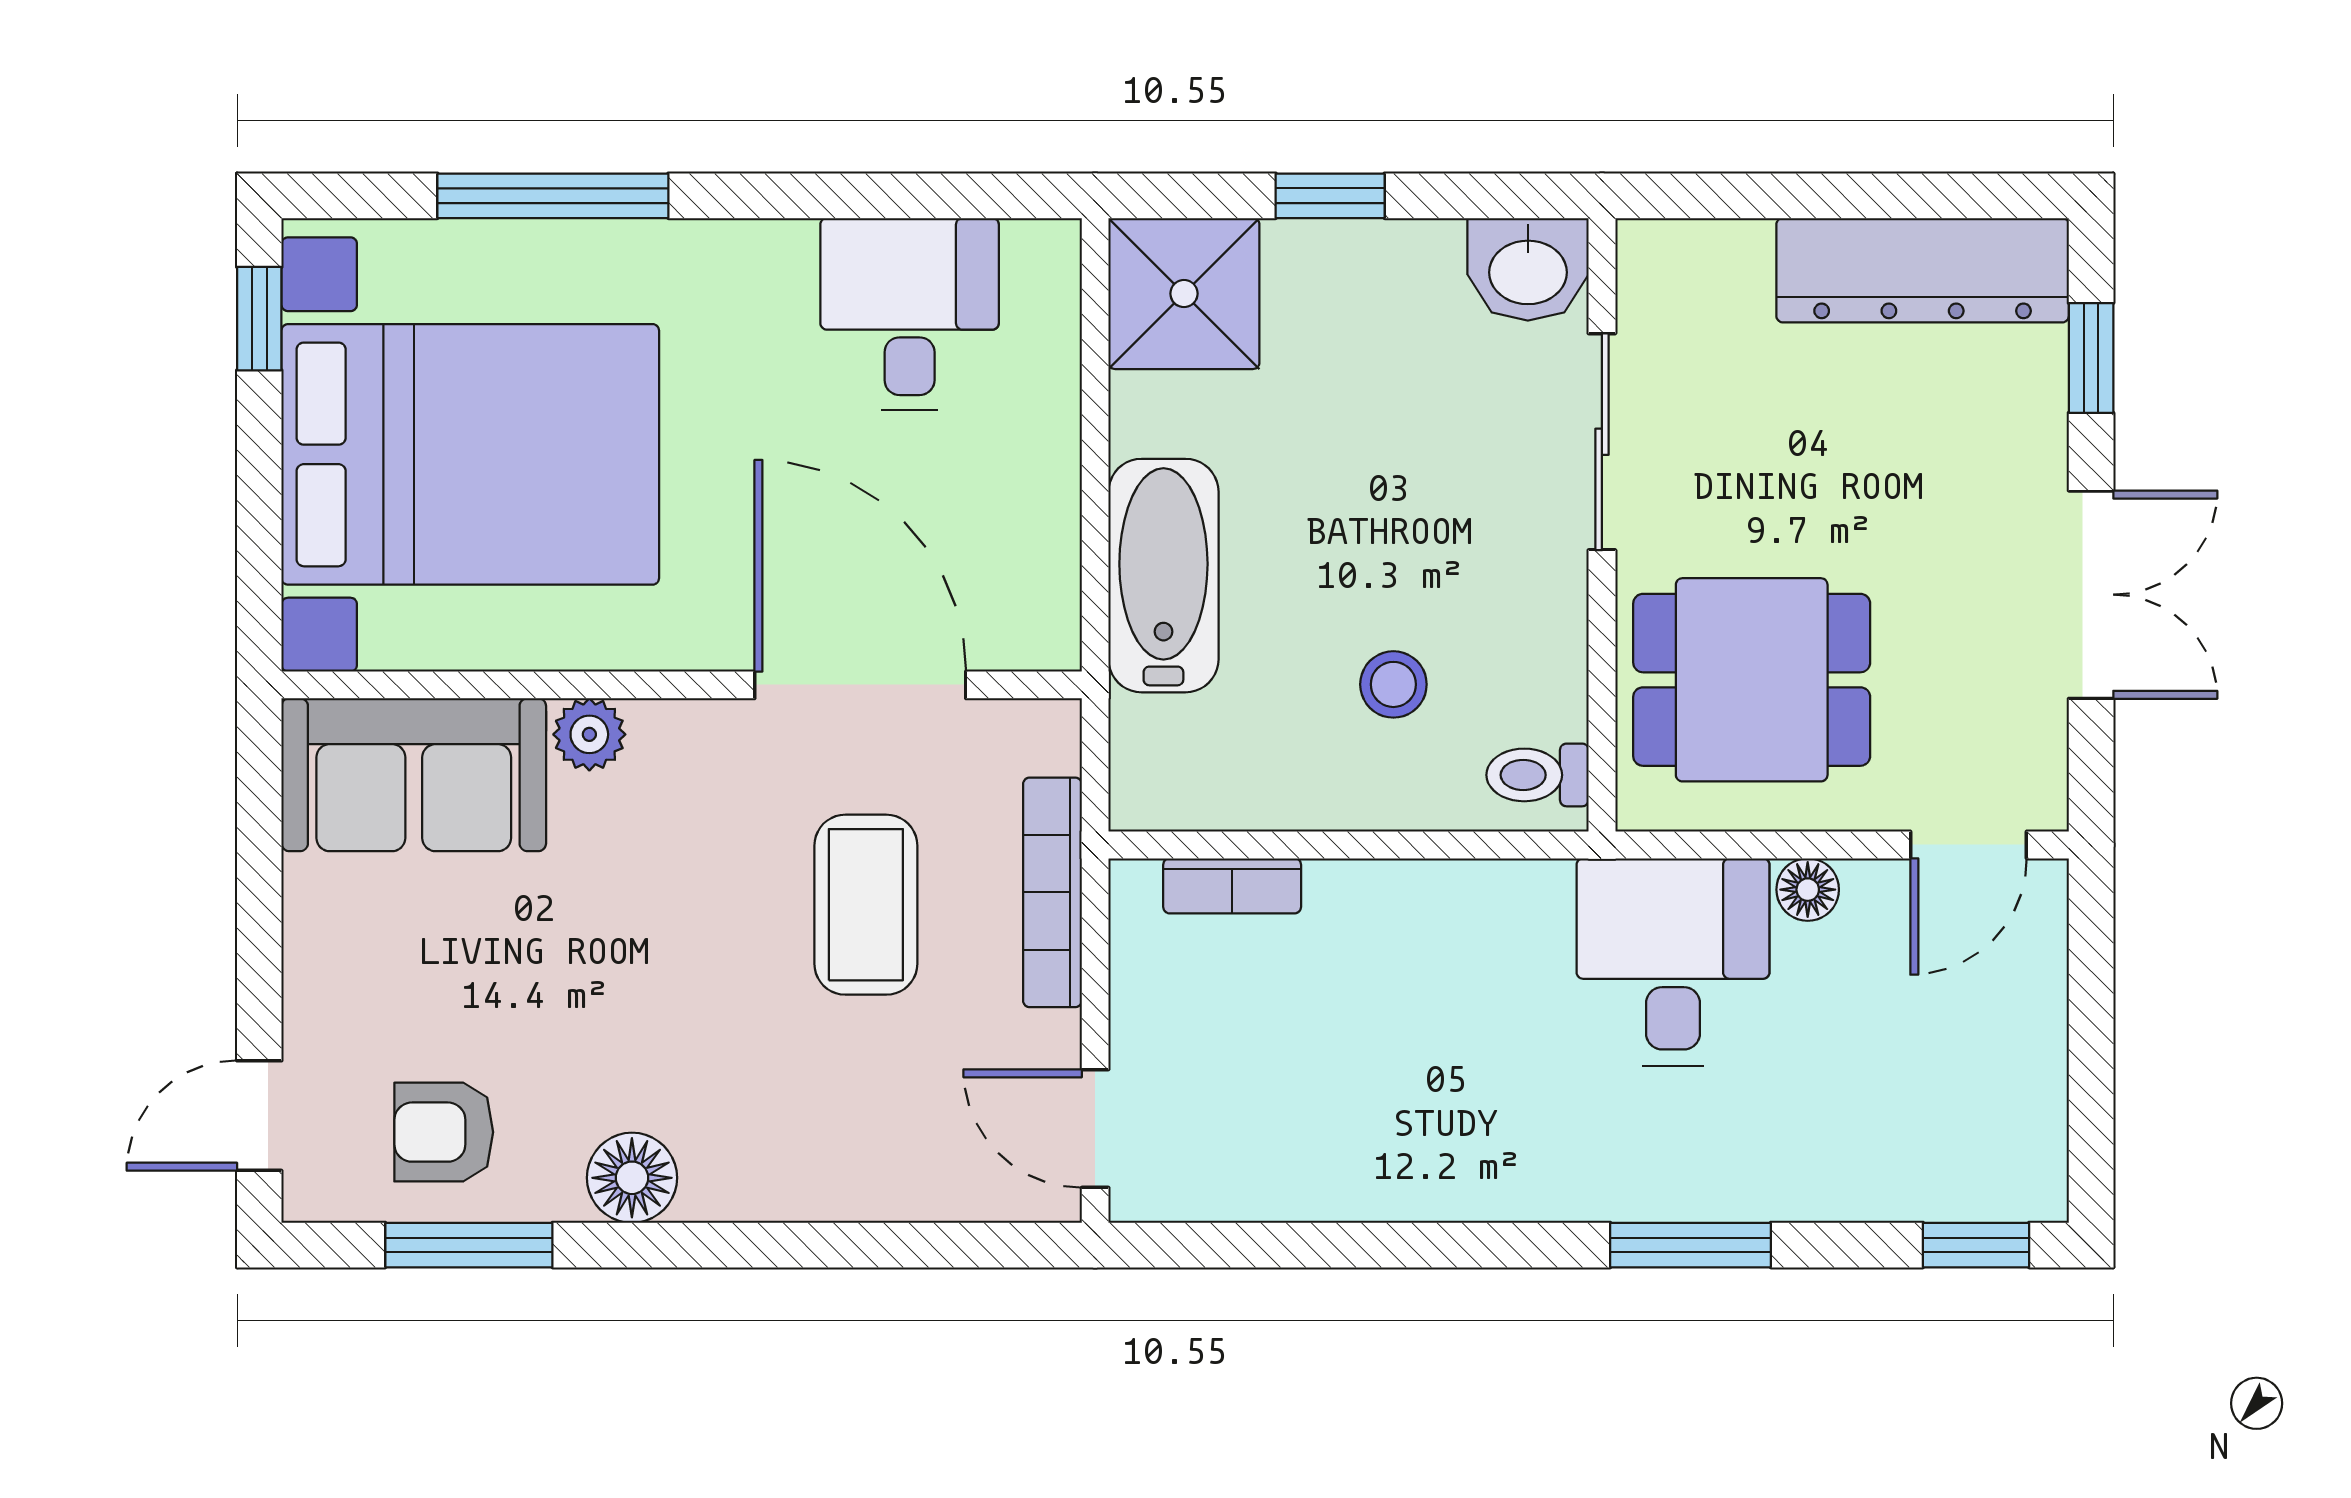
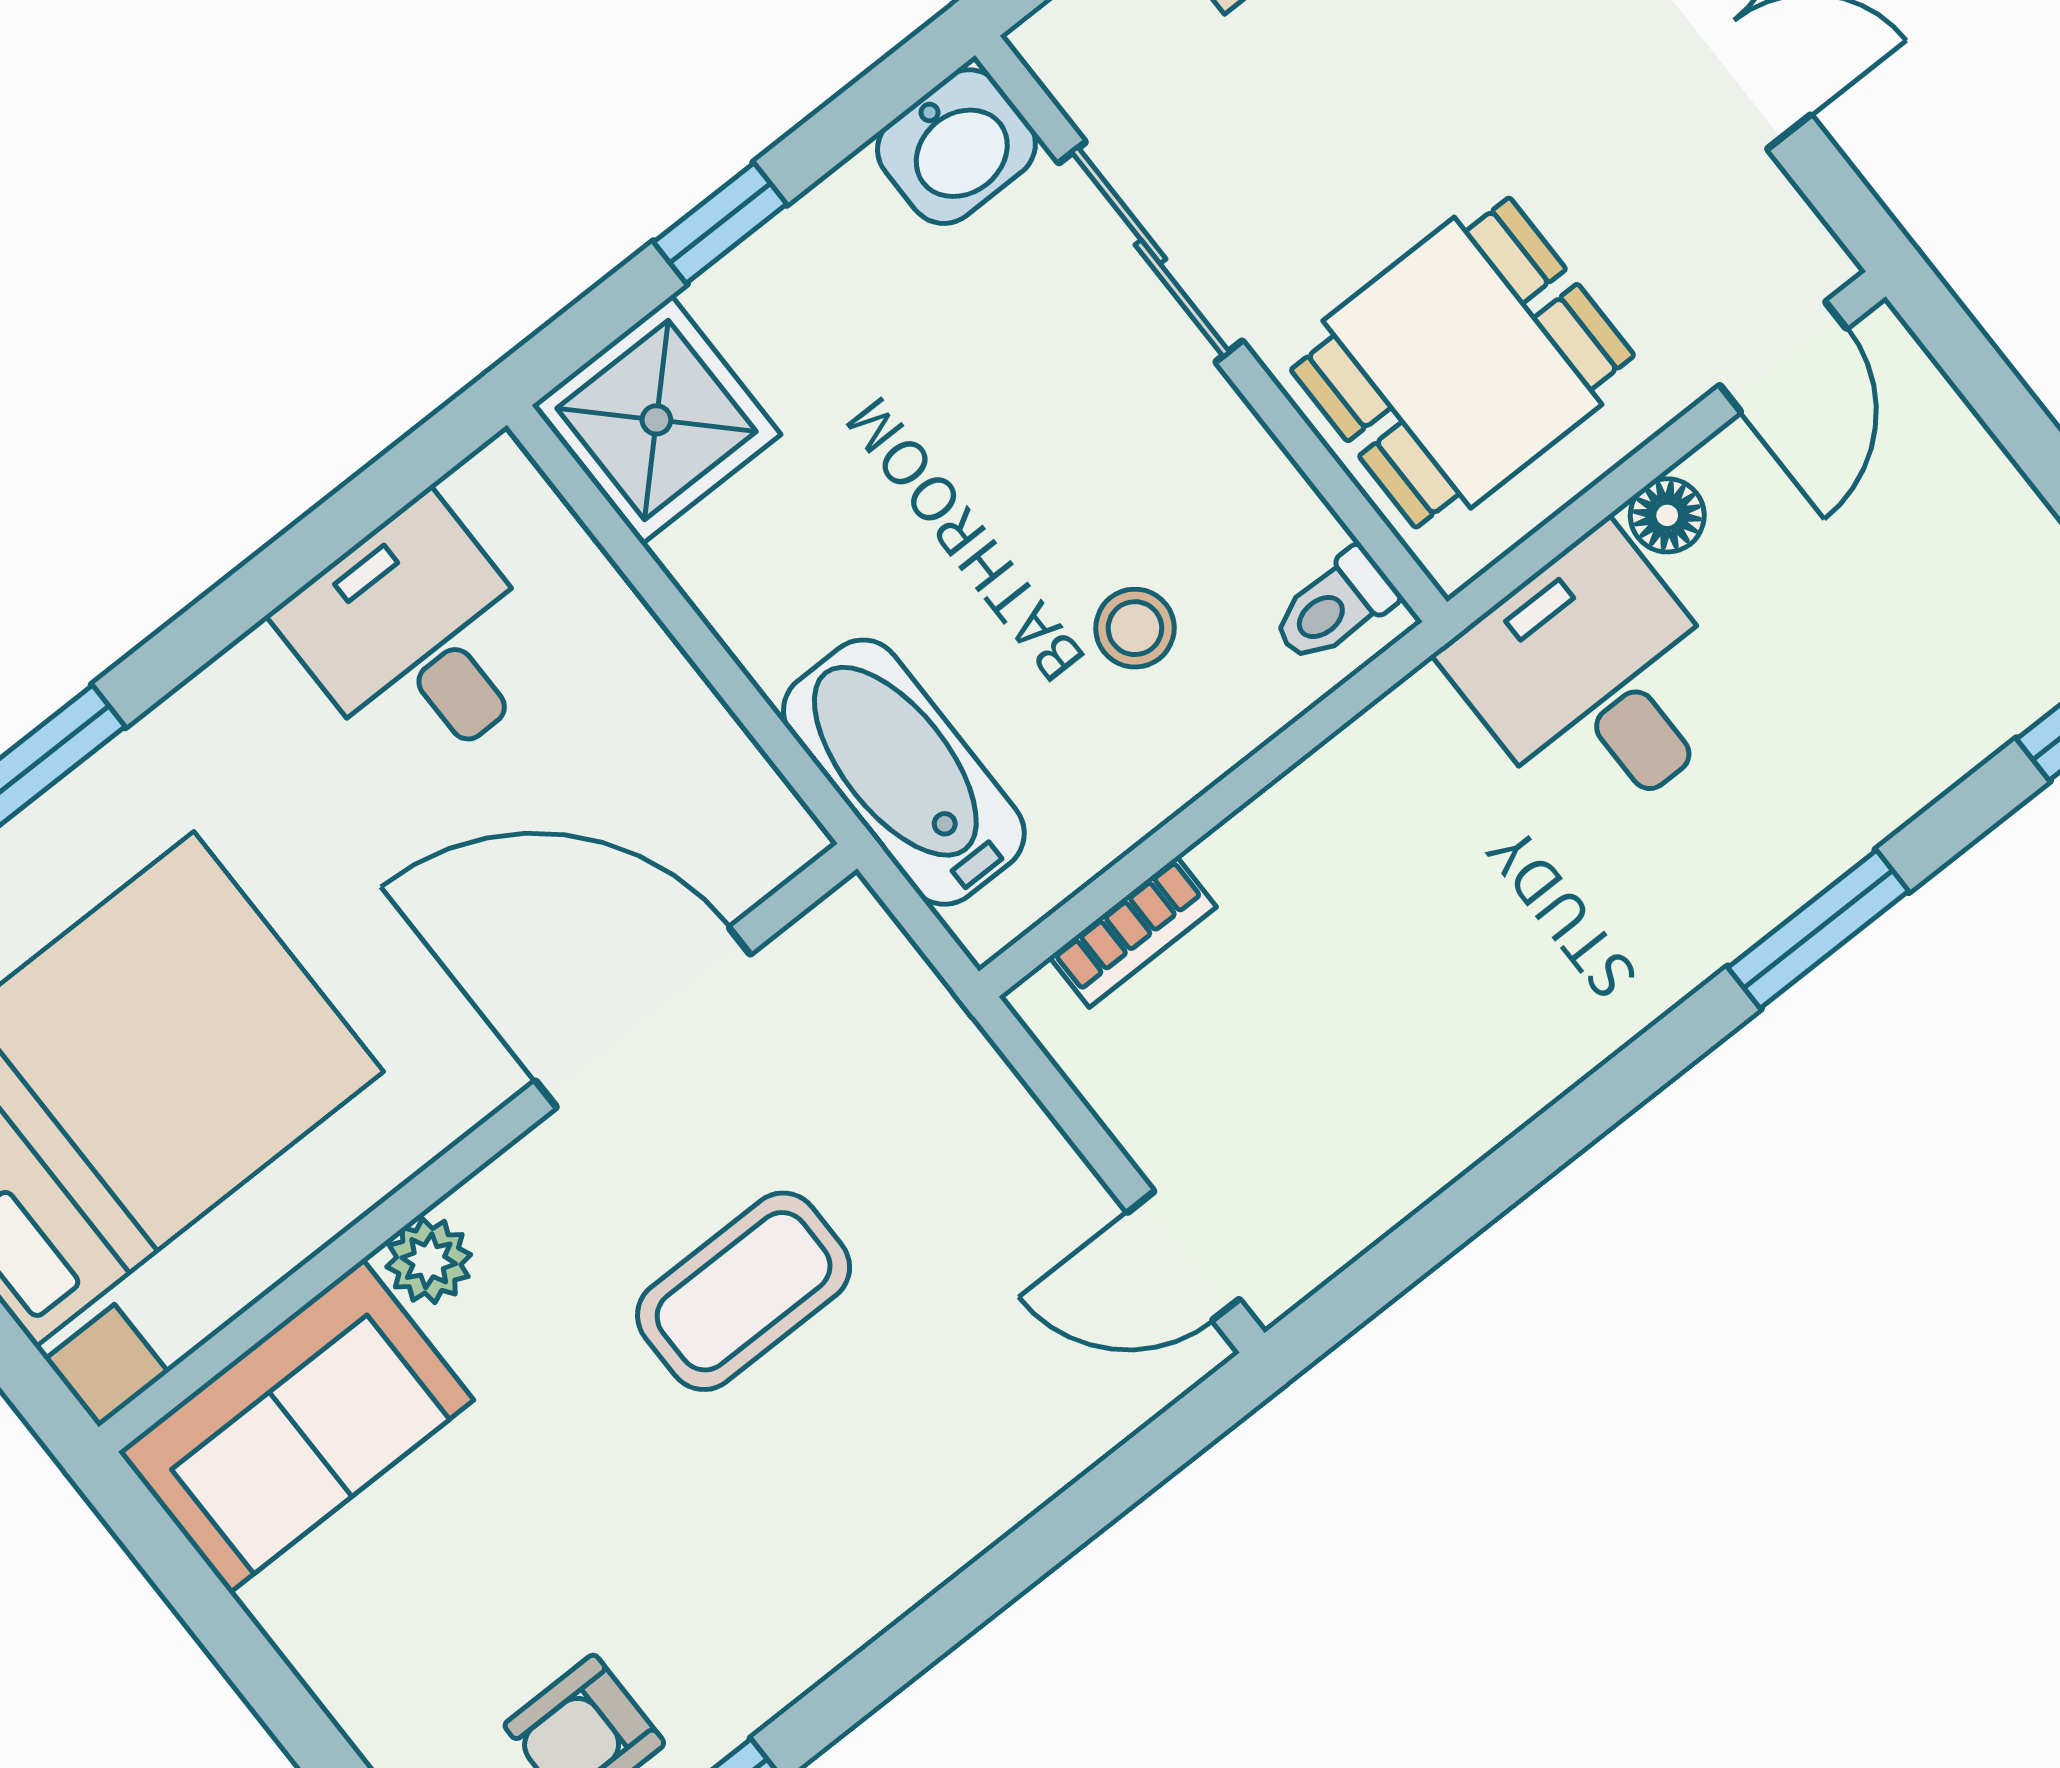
bathtub: (1163, 576) -> (904, 772), moved
bookcase: (1052, 892) -> (972, 1069), removed
coffee table: (866, 905) -> (744, 1291), moved, turned 90
floor lamp: (632, 1178) -> (792, 1639), removed

